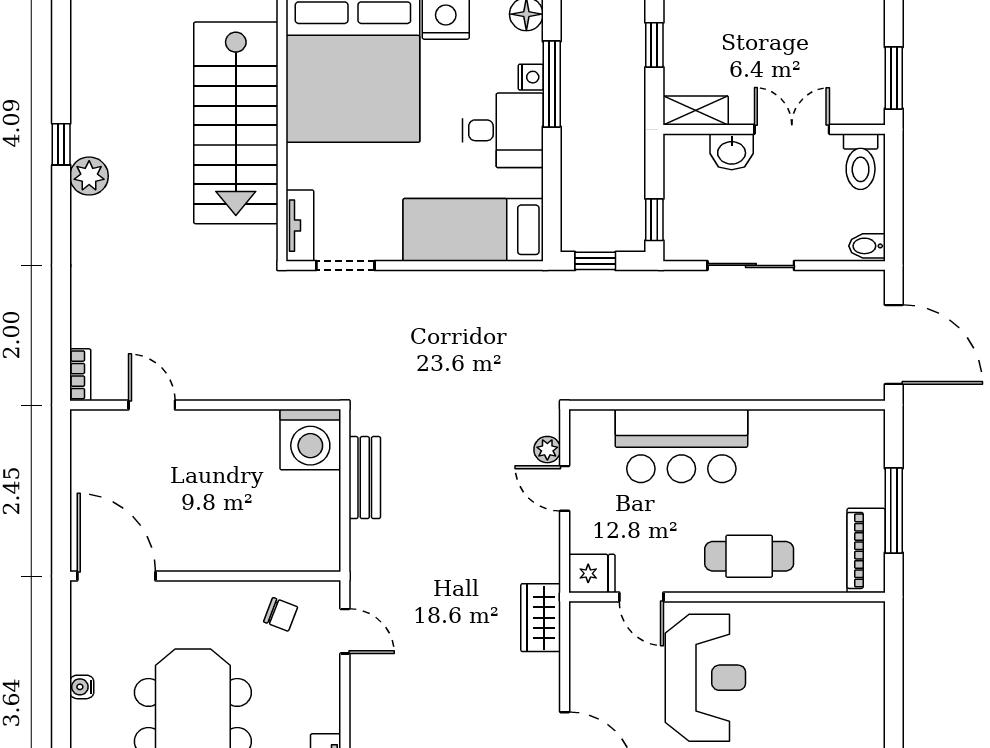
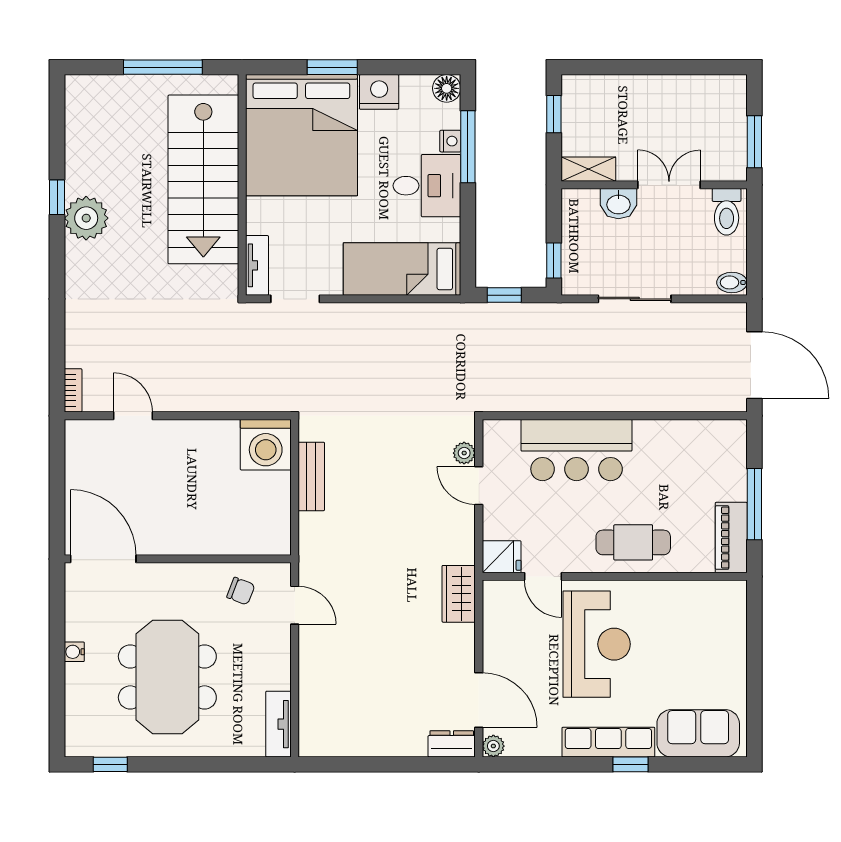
plant: (89, 176) -> (86, 218), width x1.36, depth x1.36

